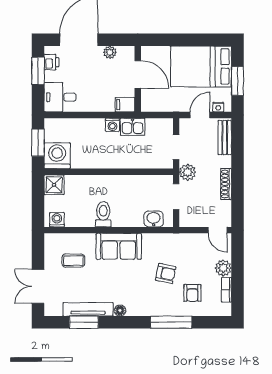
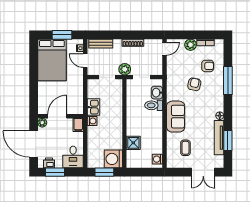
door: (138, 74) -> (57, 116), moved
wall: (138, 79) -> (61, 116), moved
filing cabinet: (125, 105) -> (78, 125), moved
shower: (54, 185) -> (133, 143), moved
toilet: (103, 214) -> (154, 105), moved

